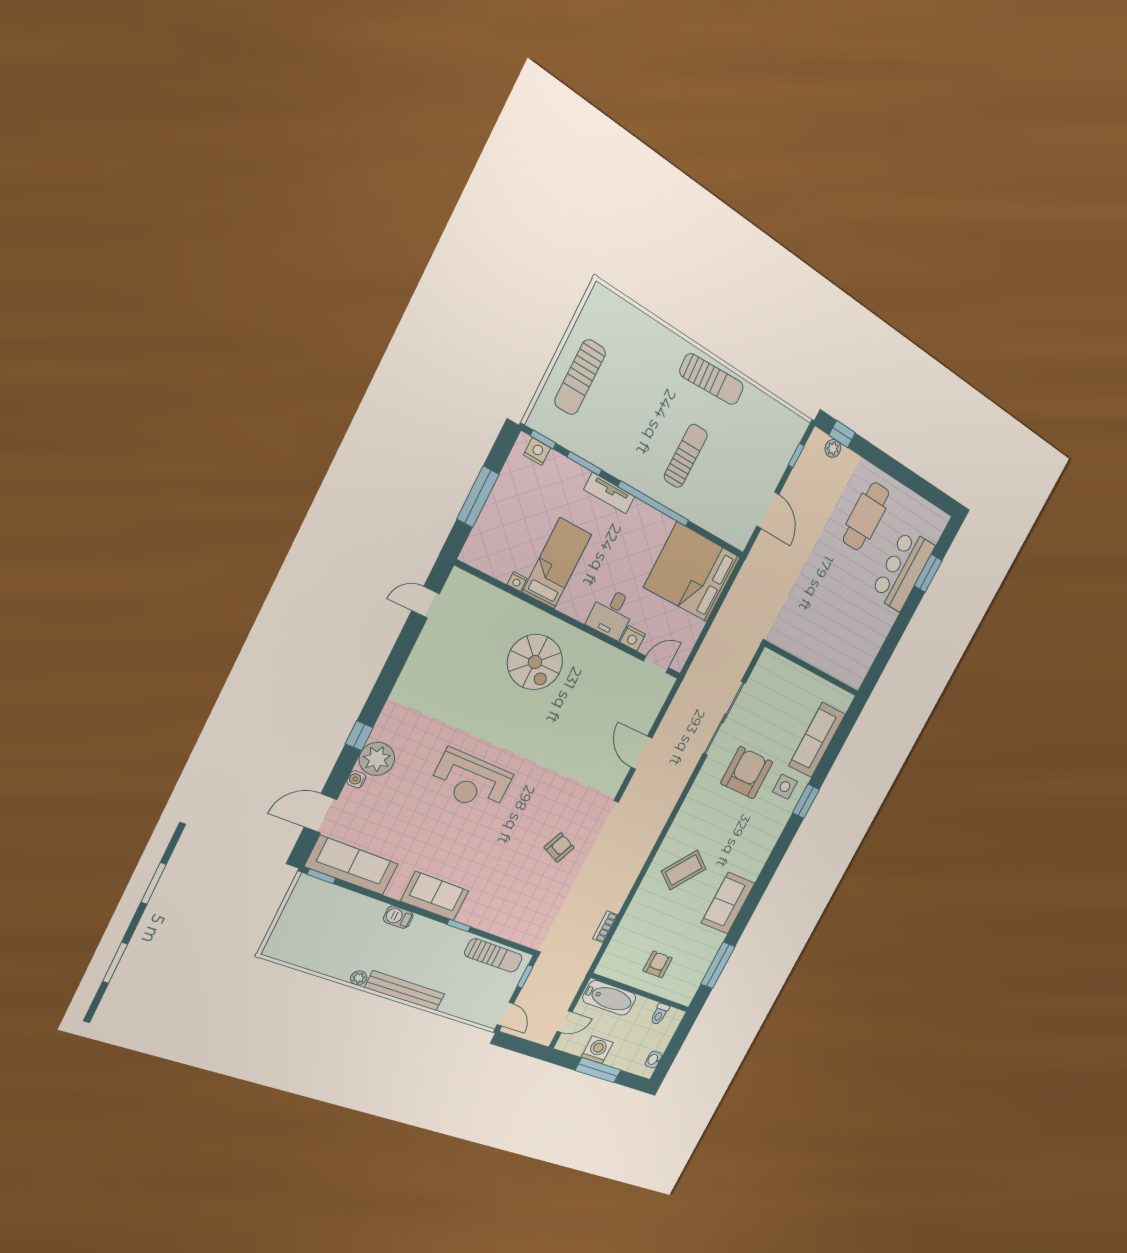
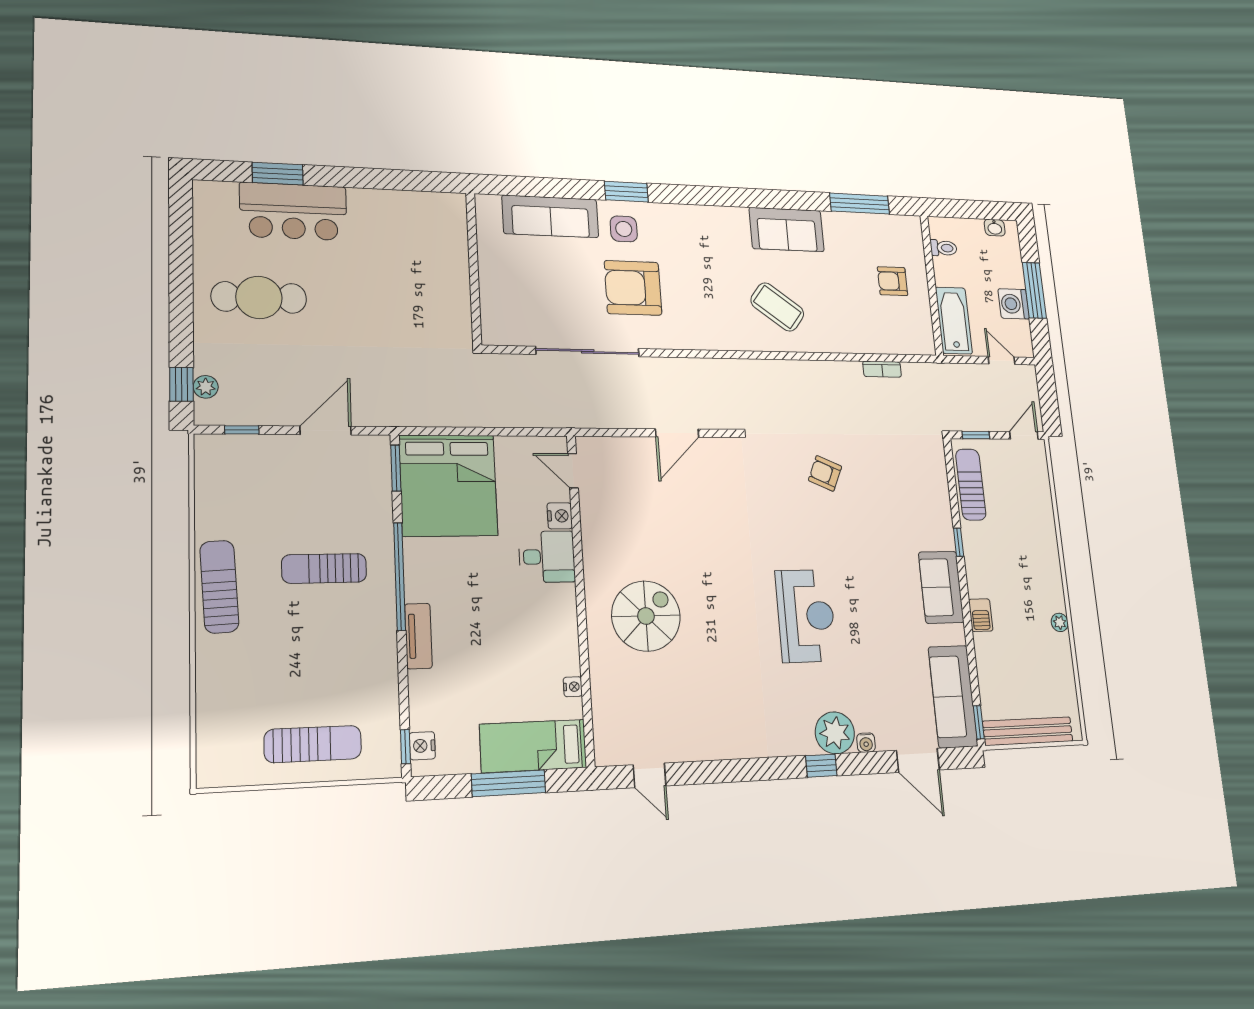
window: (585, 464) -> (396, 468), moved
bed: (557, 563) -> (533, 746), moved
bench: (405, 991) -> (1028, 731), moved, turned 90

